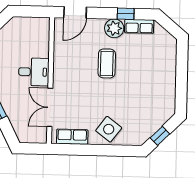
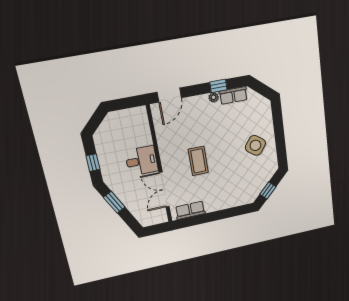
plant: (114, 28) -> (214, 97), width x0.53, depth x0.53
coffee table: (107, 63) -> (198, 161), moved
side table: (109, 129) -> (255, 145), moved

